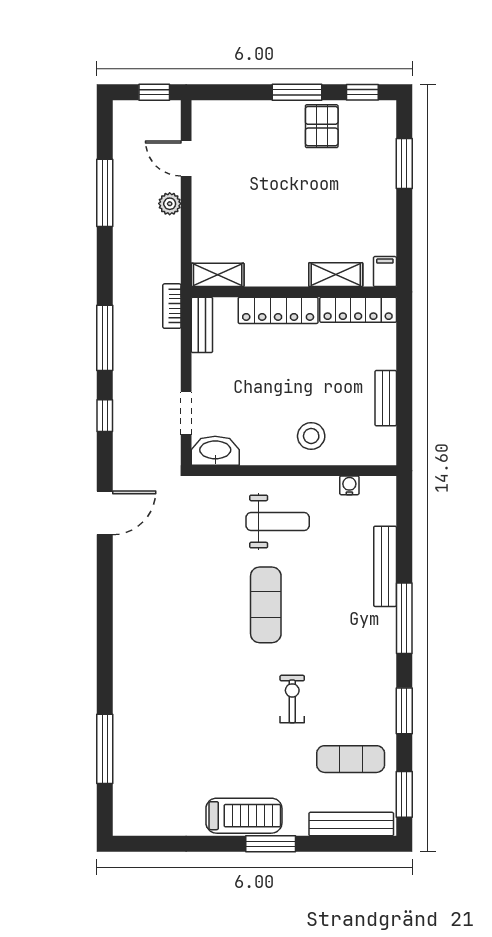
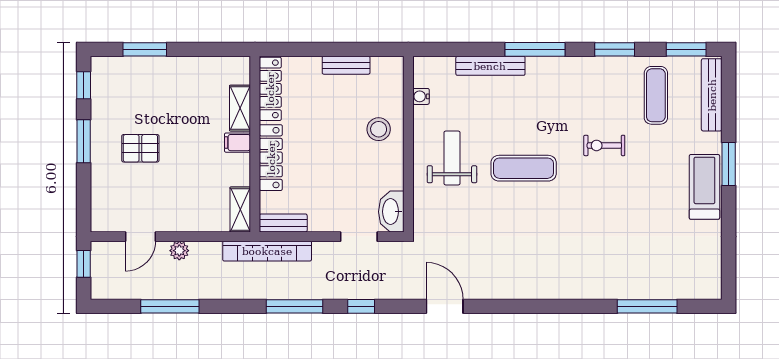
pallet: (322, 126) -> (140, 148), moved
filing cabinet: (385, 272) -> (237, 143), moved
bookcase: (172, 306) -> (267, 251), width x2.31, depth x1.31

